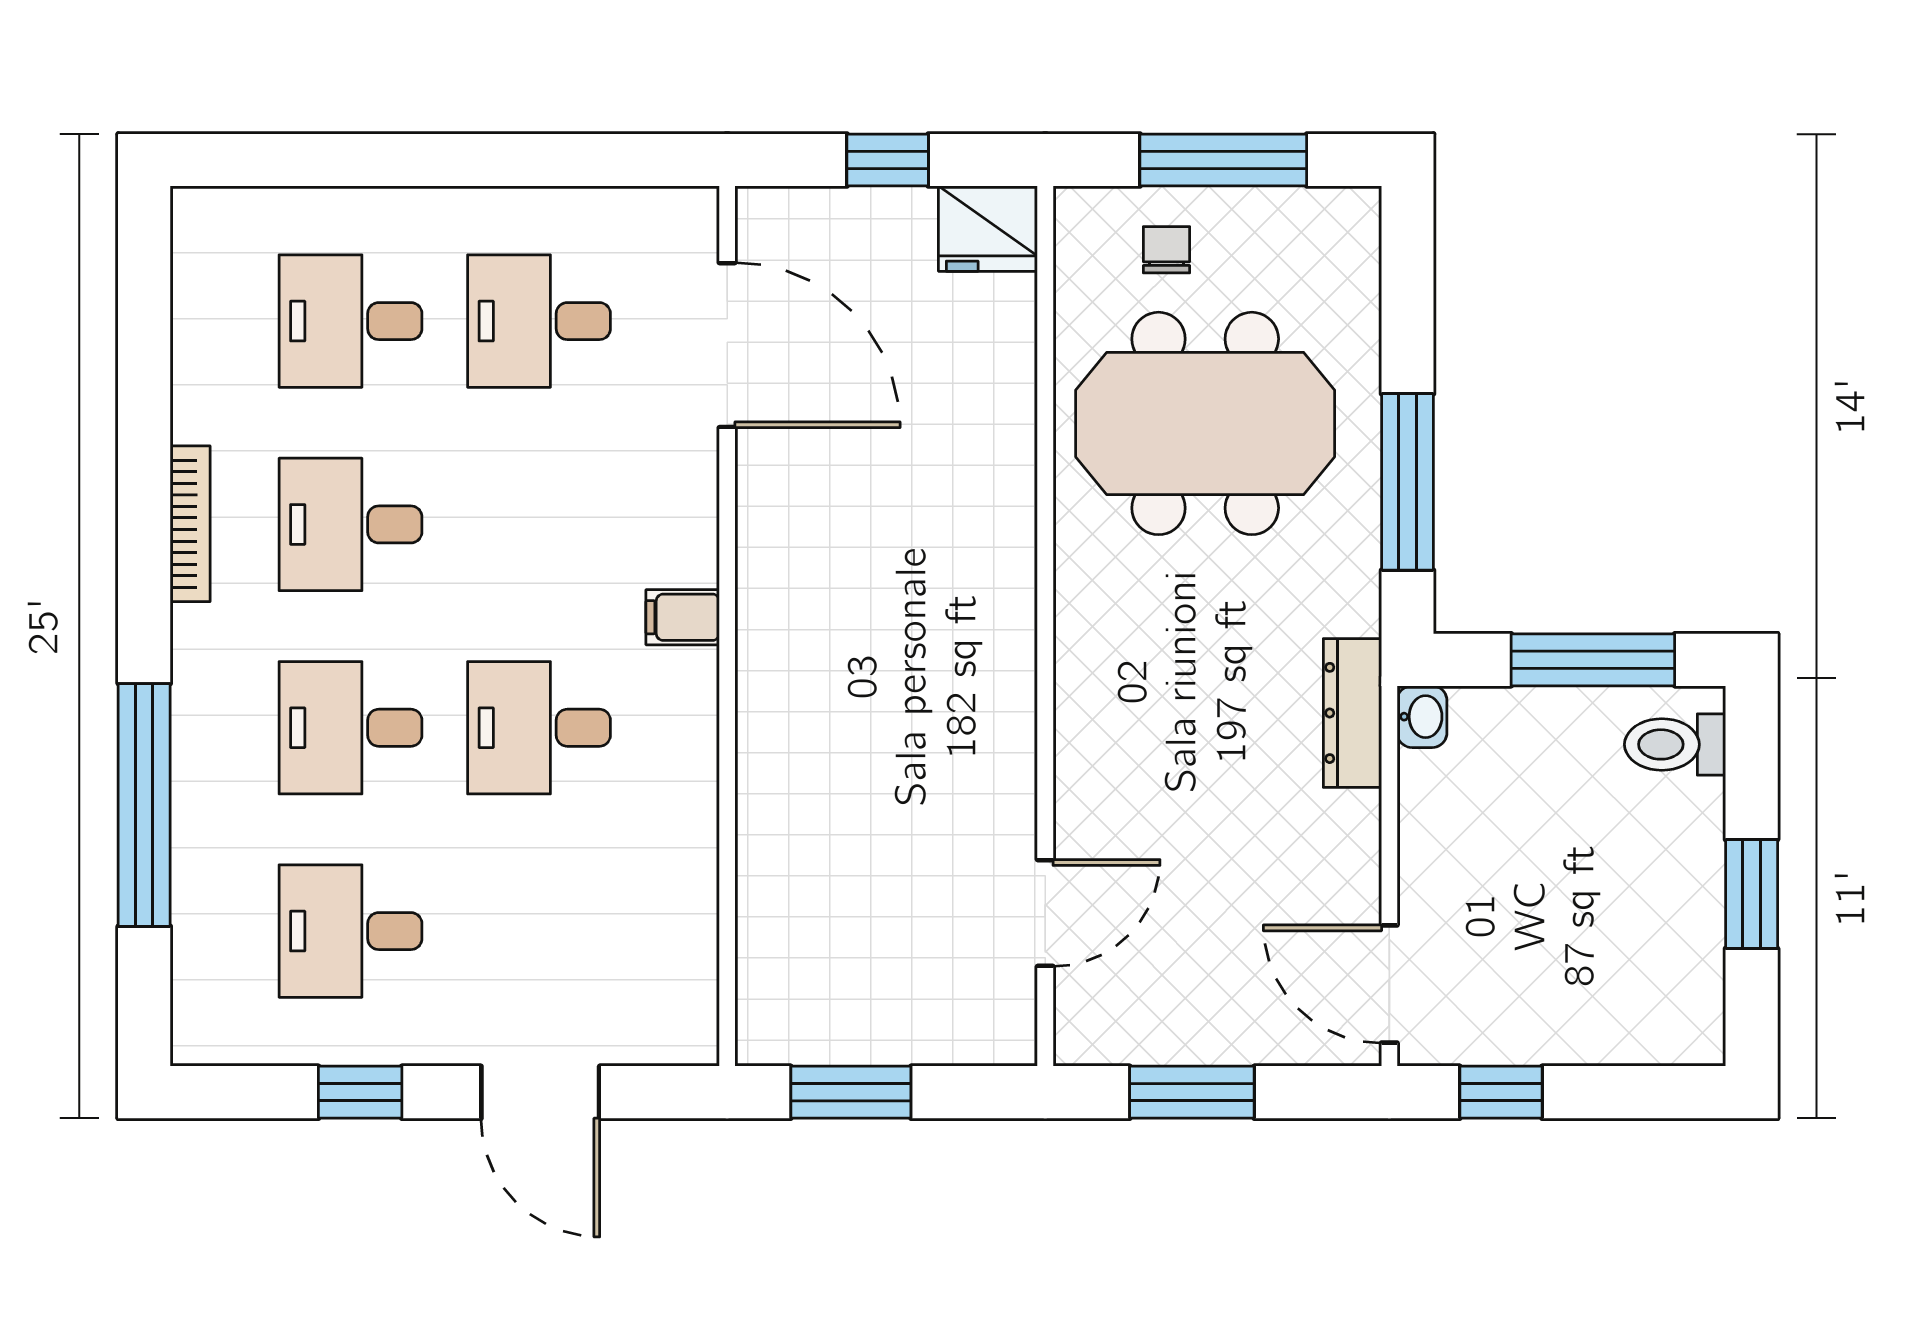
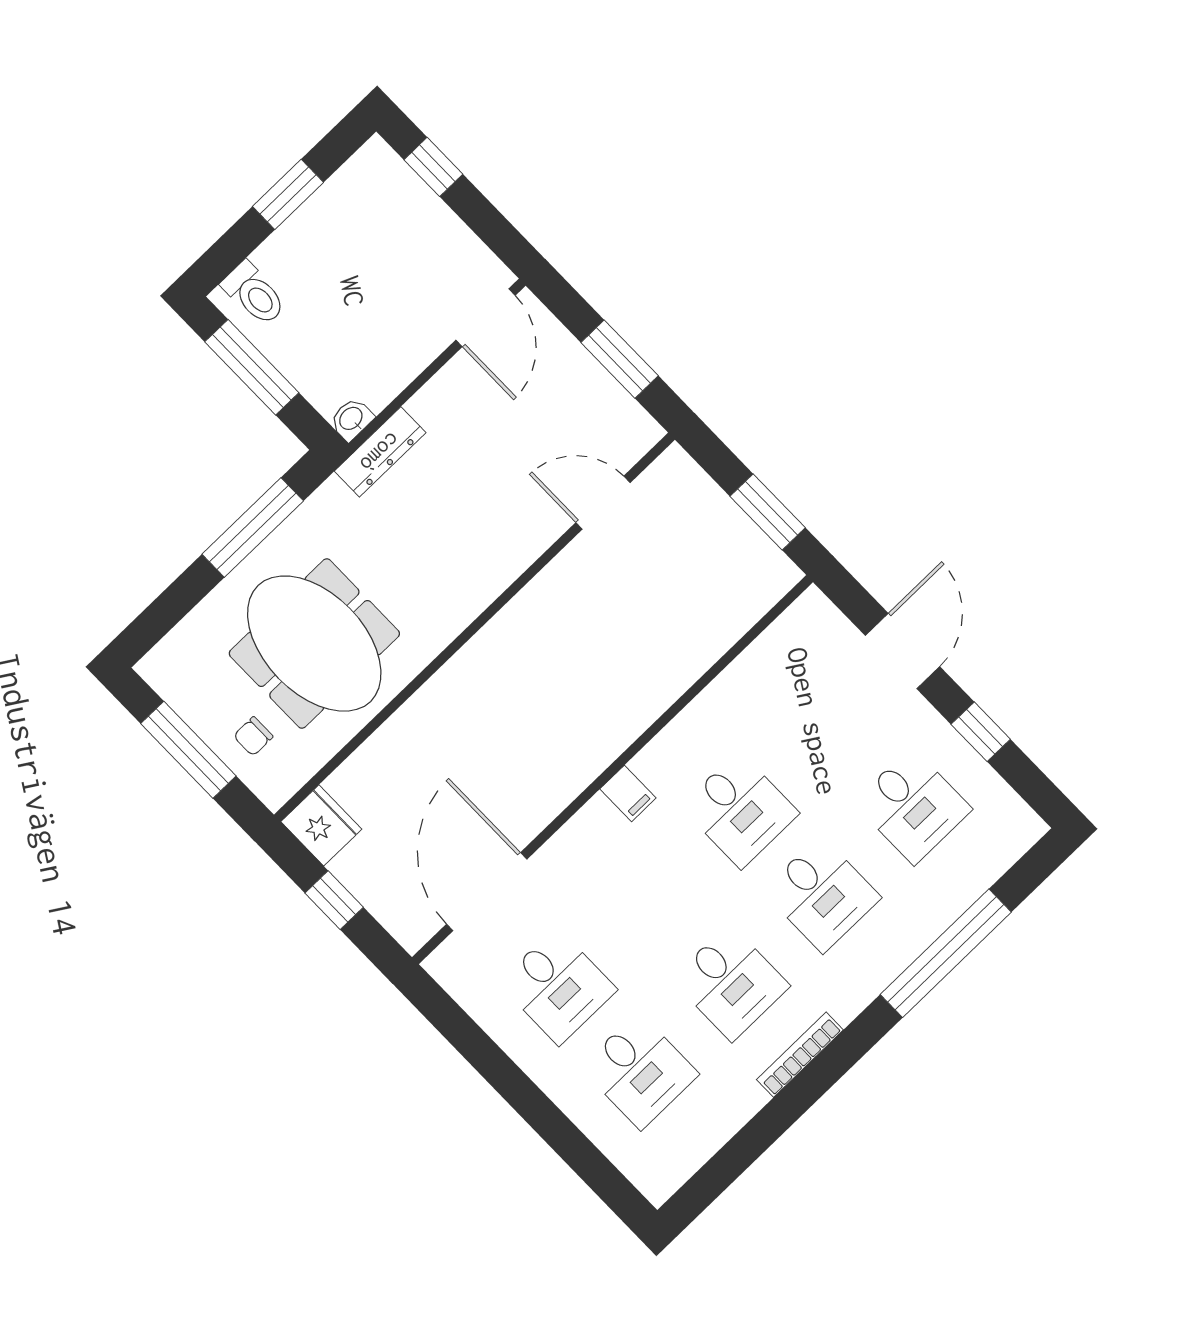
window: (1501, 1092) -> (433, 167), moved

